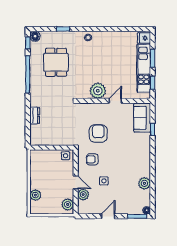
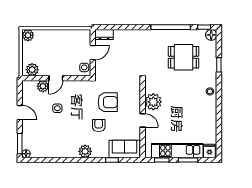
dresser: (35, 115) -> (104, 35), moved
door: (52, 148) -> (93, 53), added
armchair: (92, 159) -> (99, 125), moved
plant: (144, 183) -> (85, 151), moved
plant: (35, 195) -> (28, 35), moved

